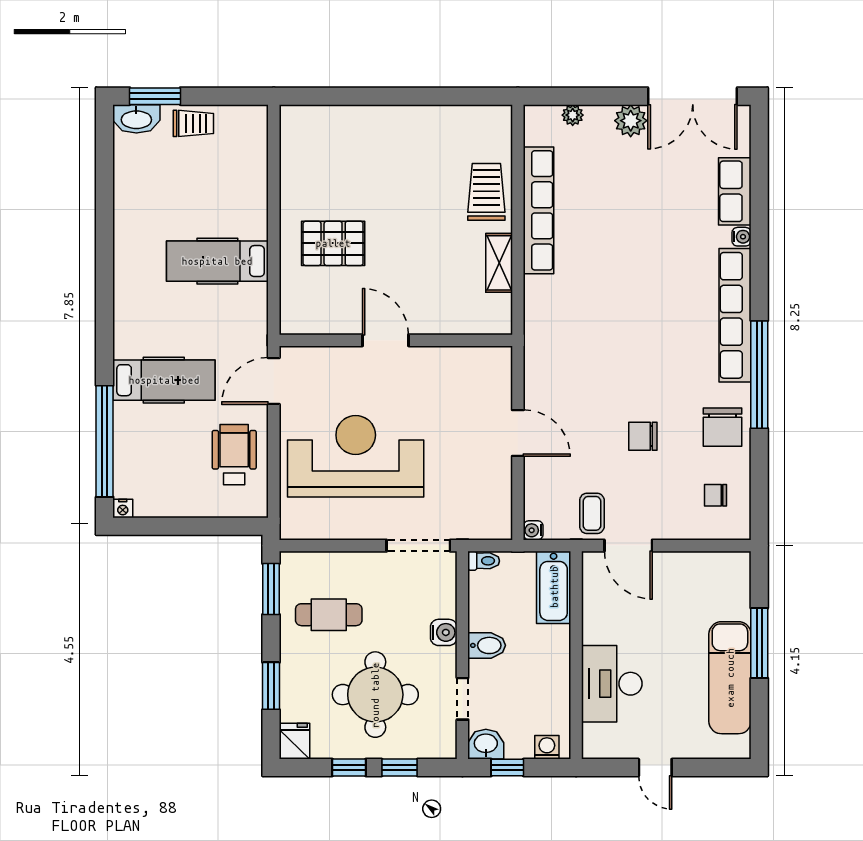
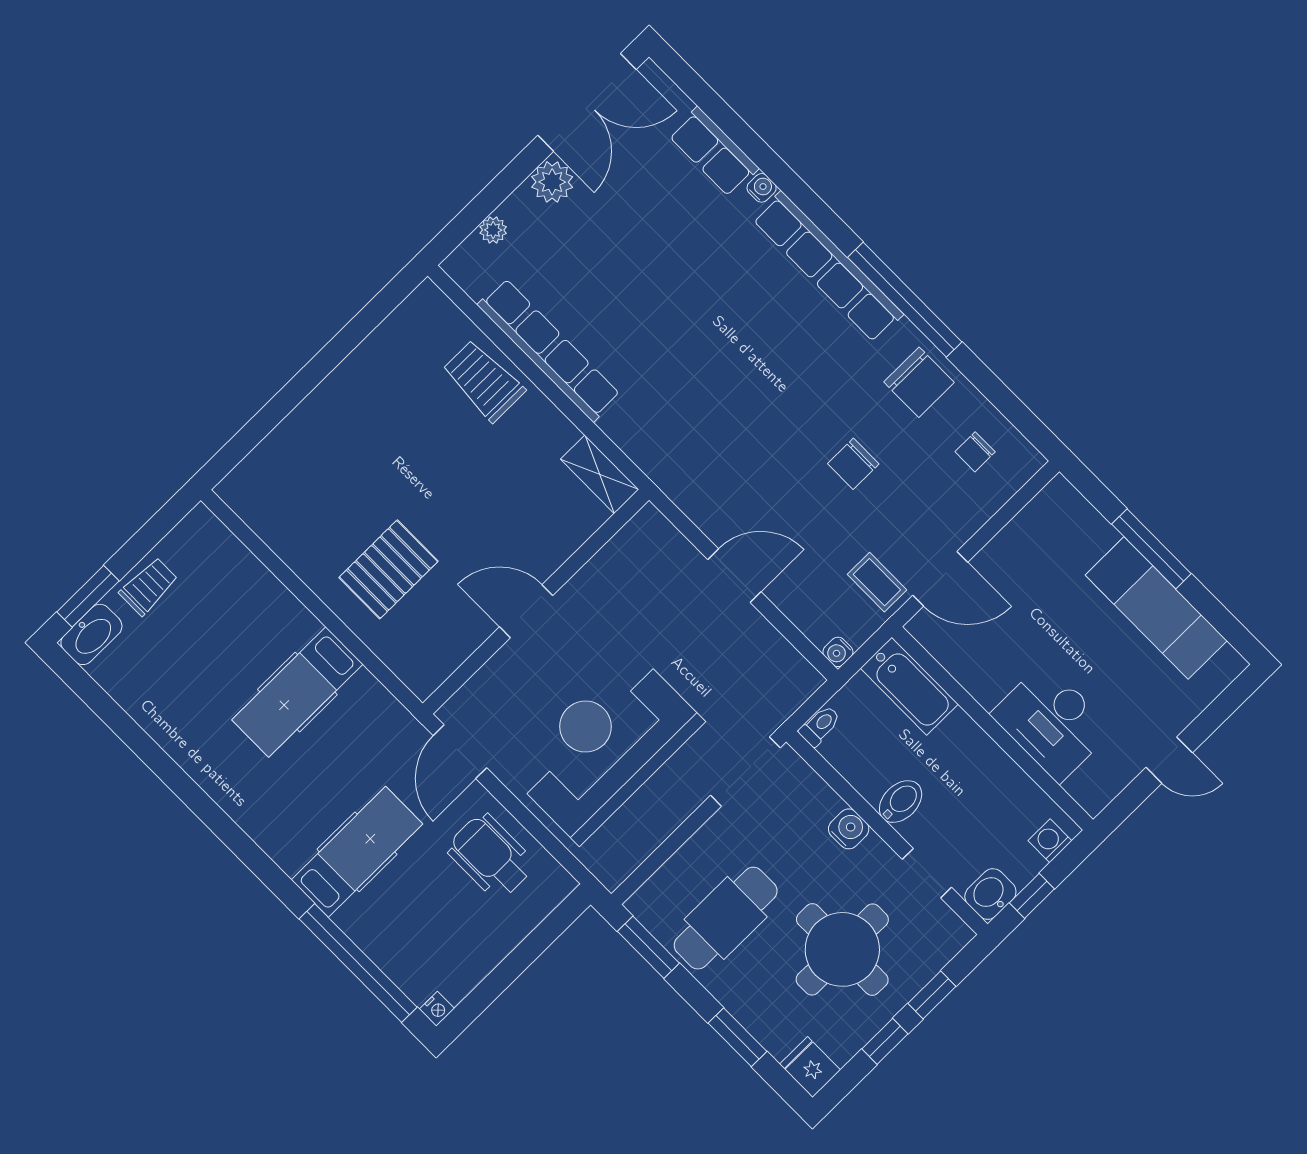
shelving: (499, 263) -> (600, 474), moved
cafe table: (329, 615) -> (726, 918), width x1.37, depth x1.35

